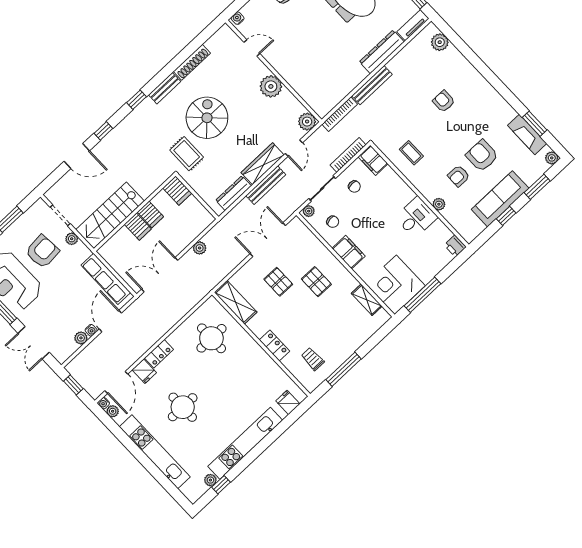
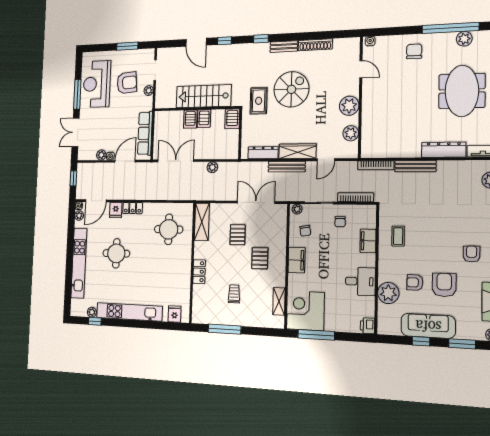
armchair: (444, 101) -> (472, 254), moved
plant: (307, 122) -> (351, 133), moved
filing cabinet: (373, 160) -> (368, 241), moved
plant: (439, 204) -> (388, 293), width x1.88, depth x1.88
stairs: (110, 215) -> (204, 96), moved
trolley: (313, 359) -> (234, 294), moved

